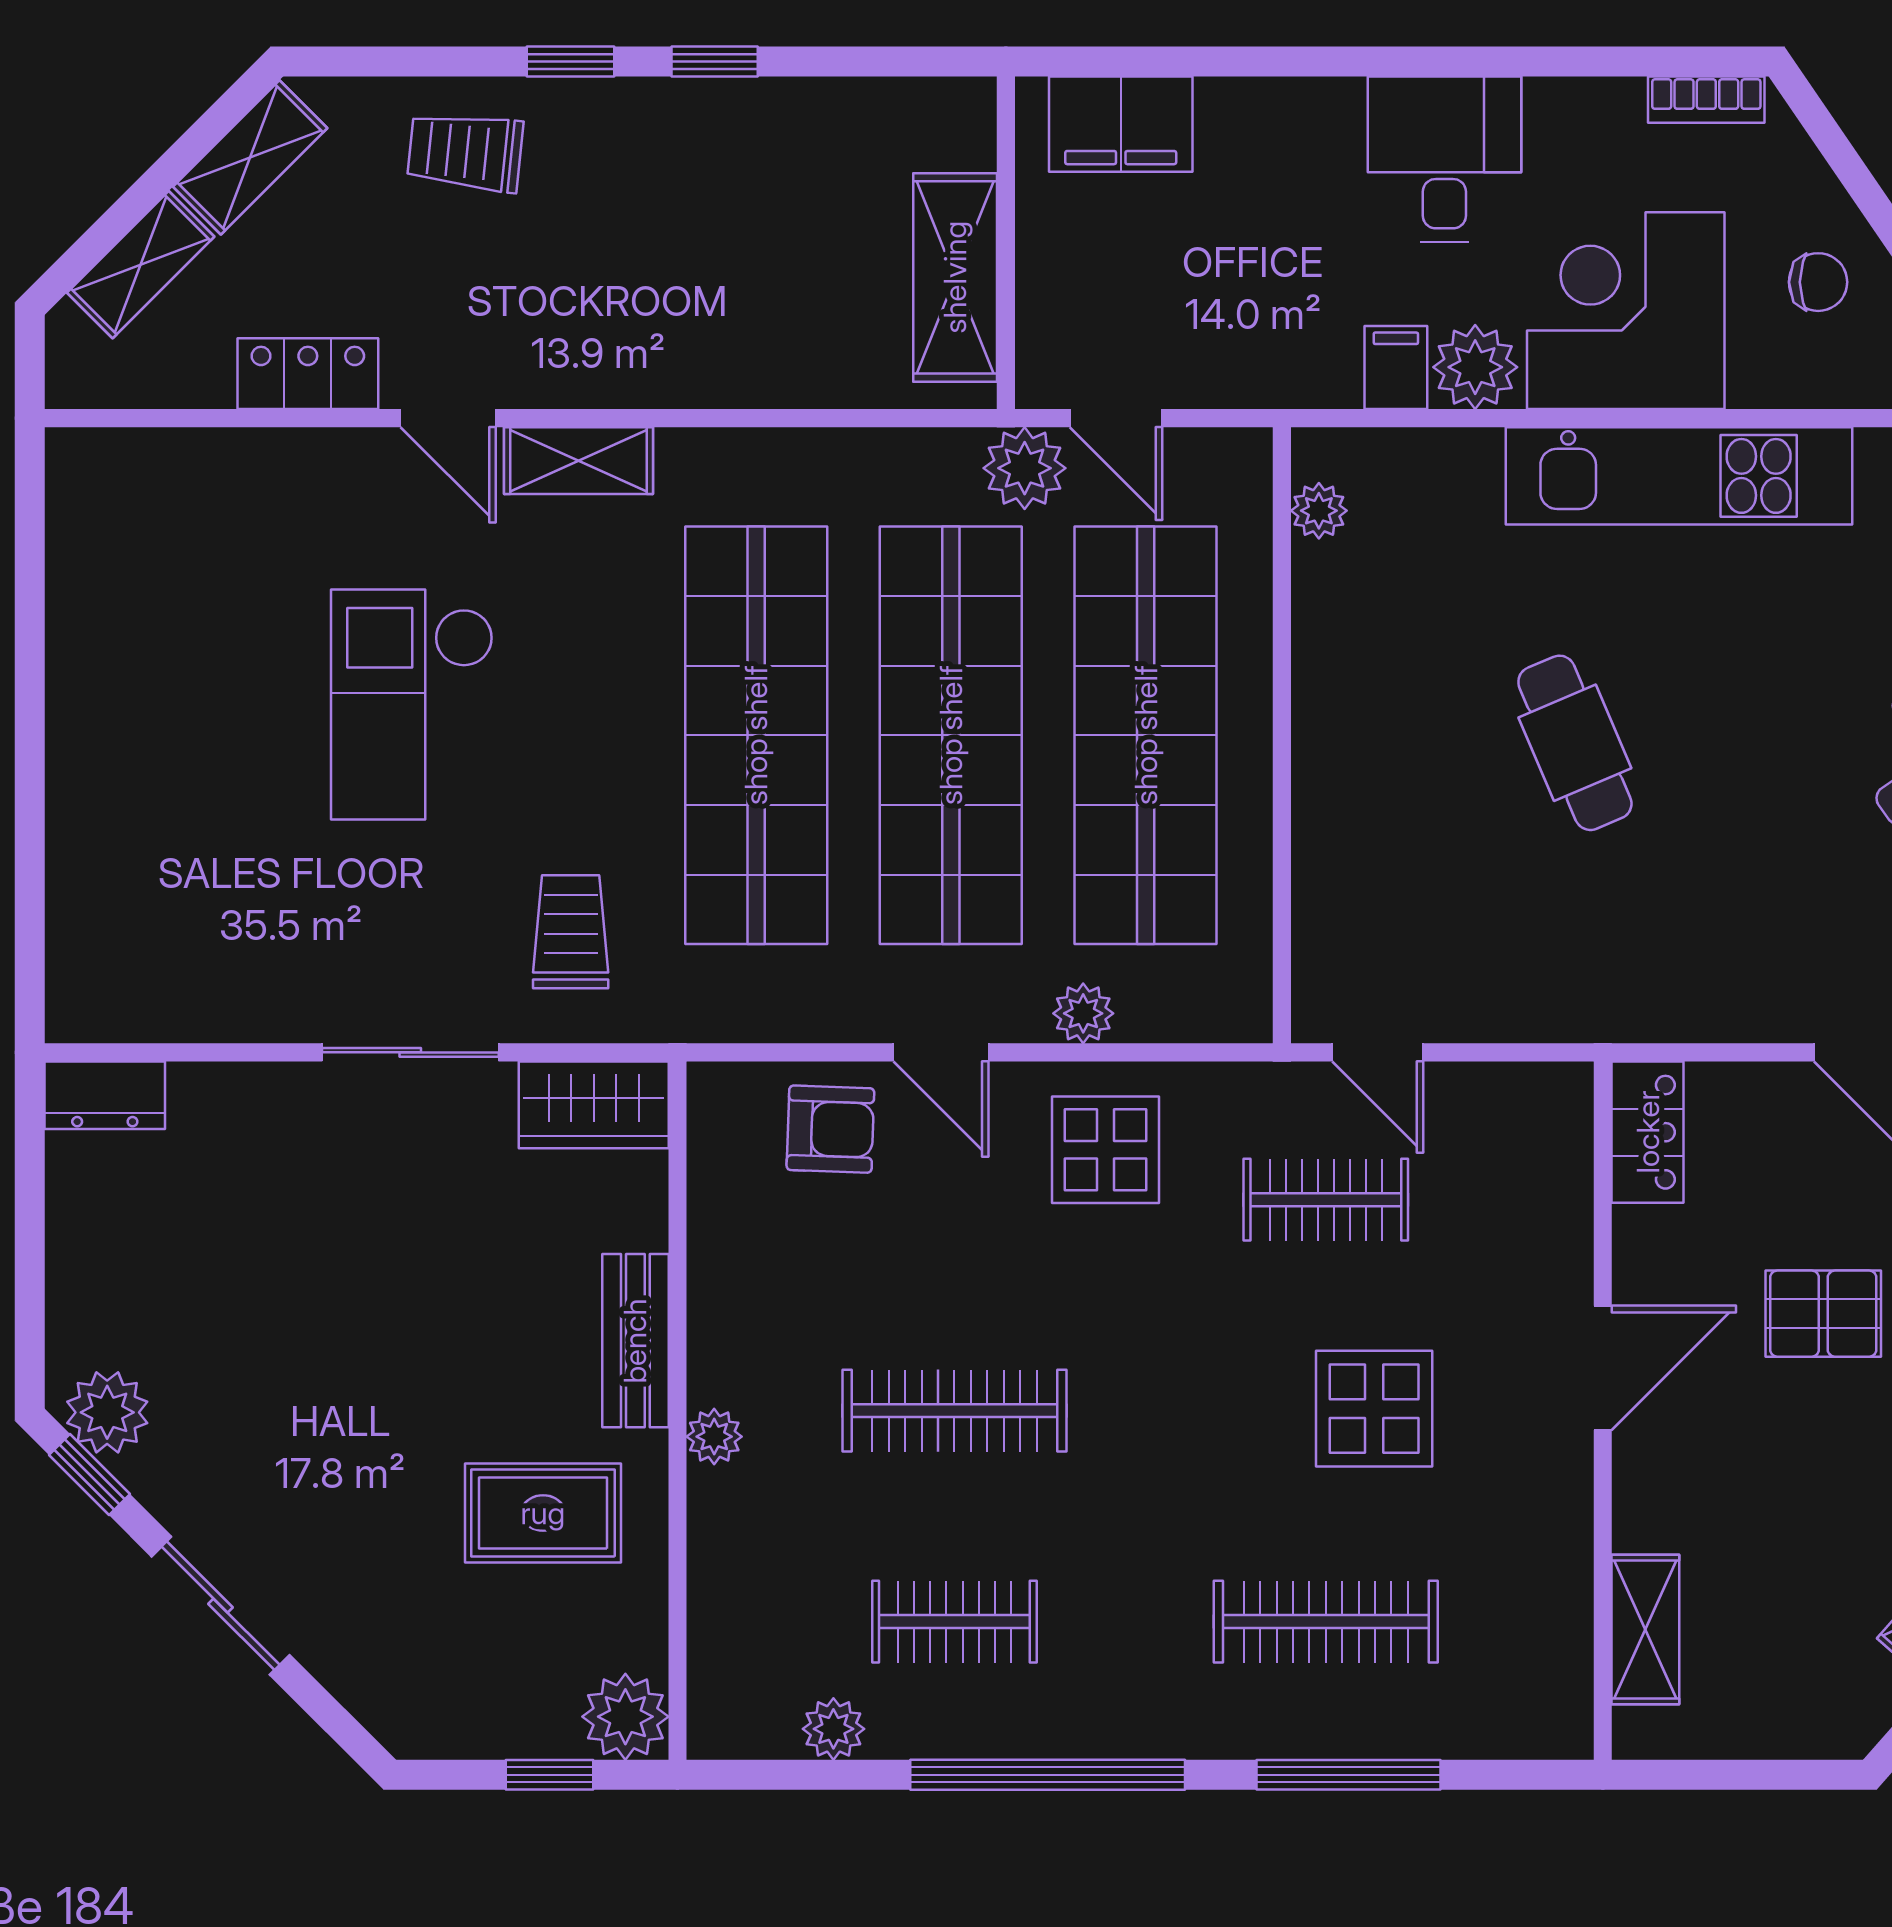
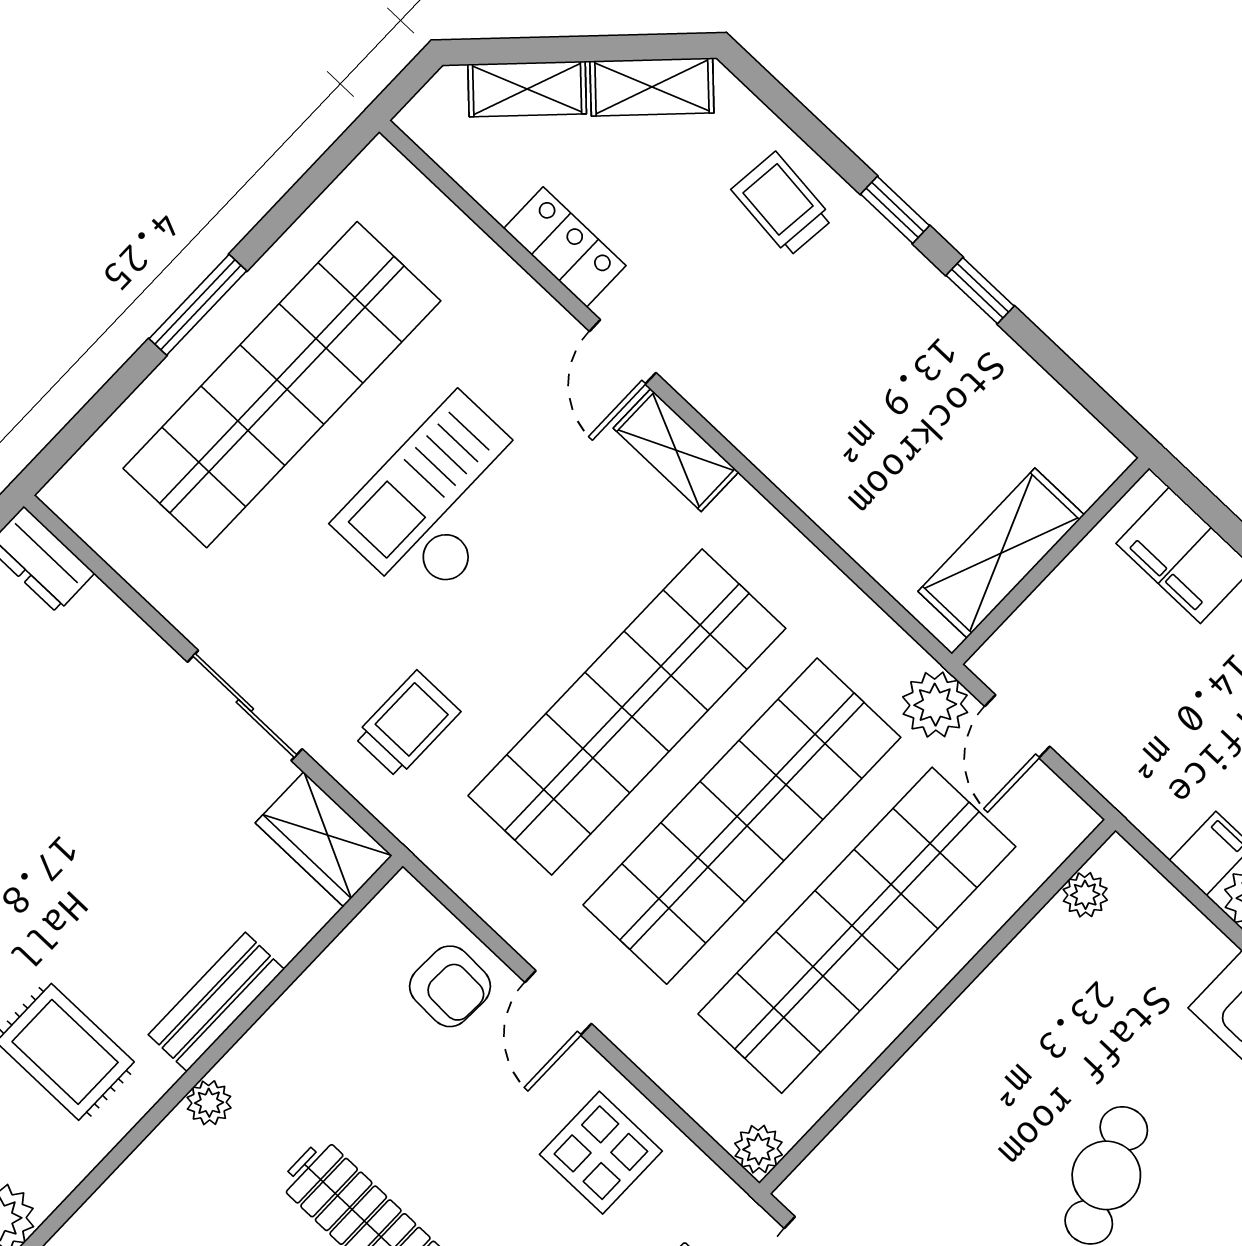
window: (30, 735) -> (198, 305), added
shop shelf: (172, 735) -> (282, 385), added
plant: (1083, 1013) -> (759, 1149), moved

